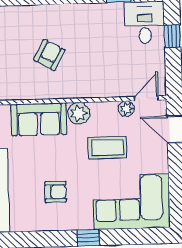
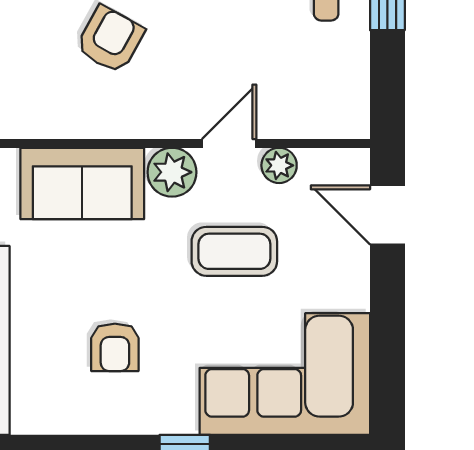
door: (146, 98) -> (229, 143), moved
armchair: (56, 192) -> (115, 347), turned 90

